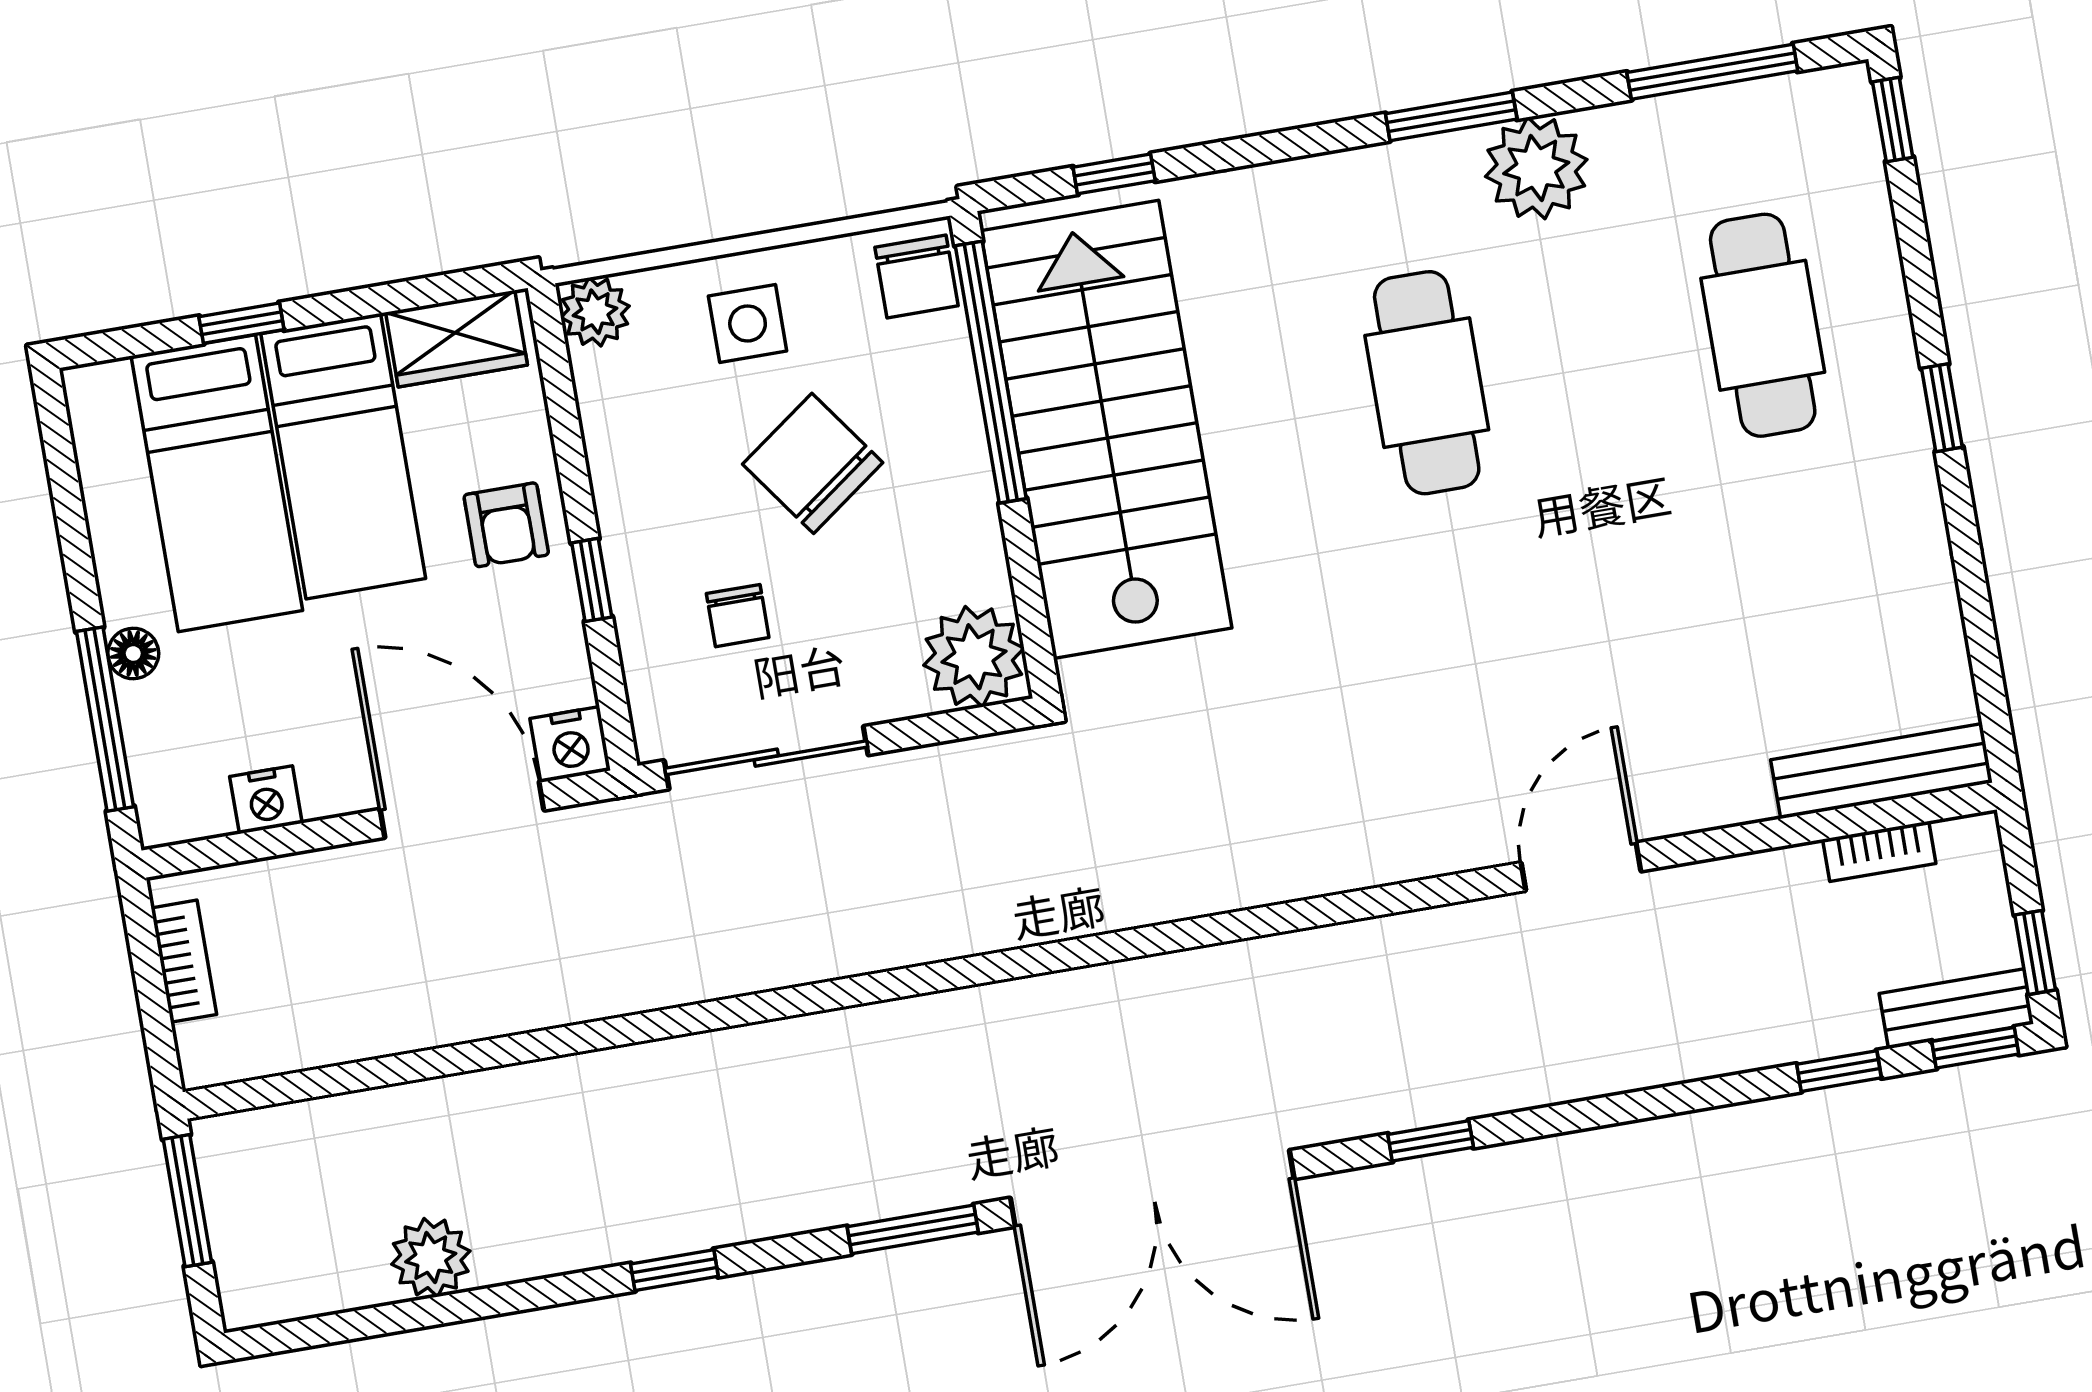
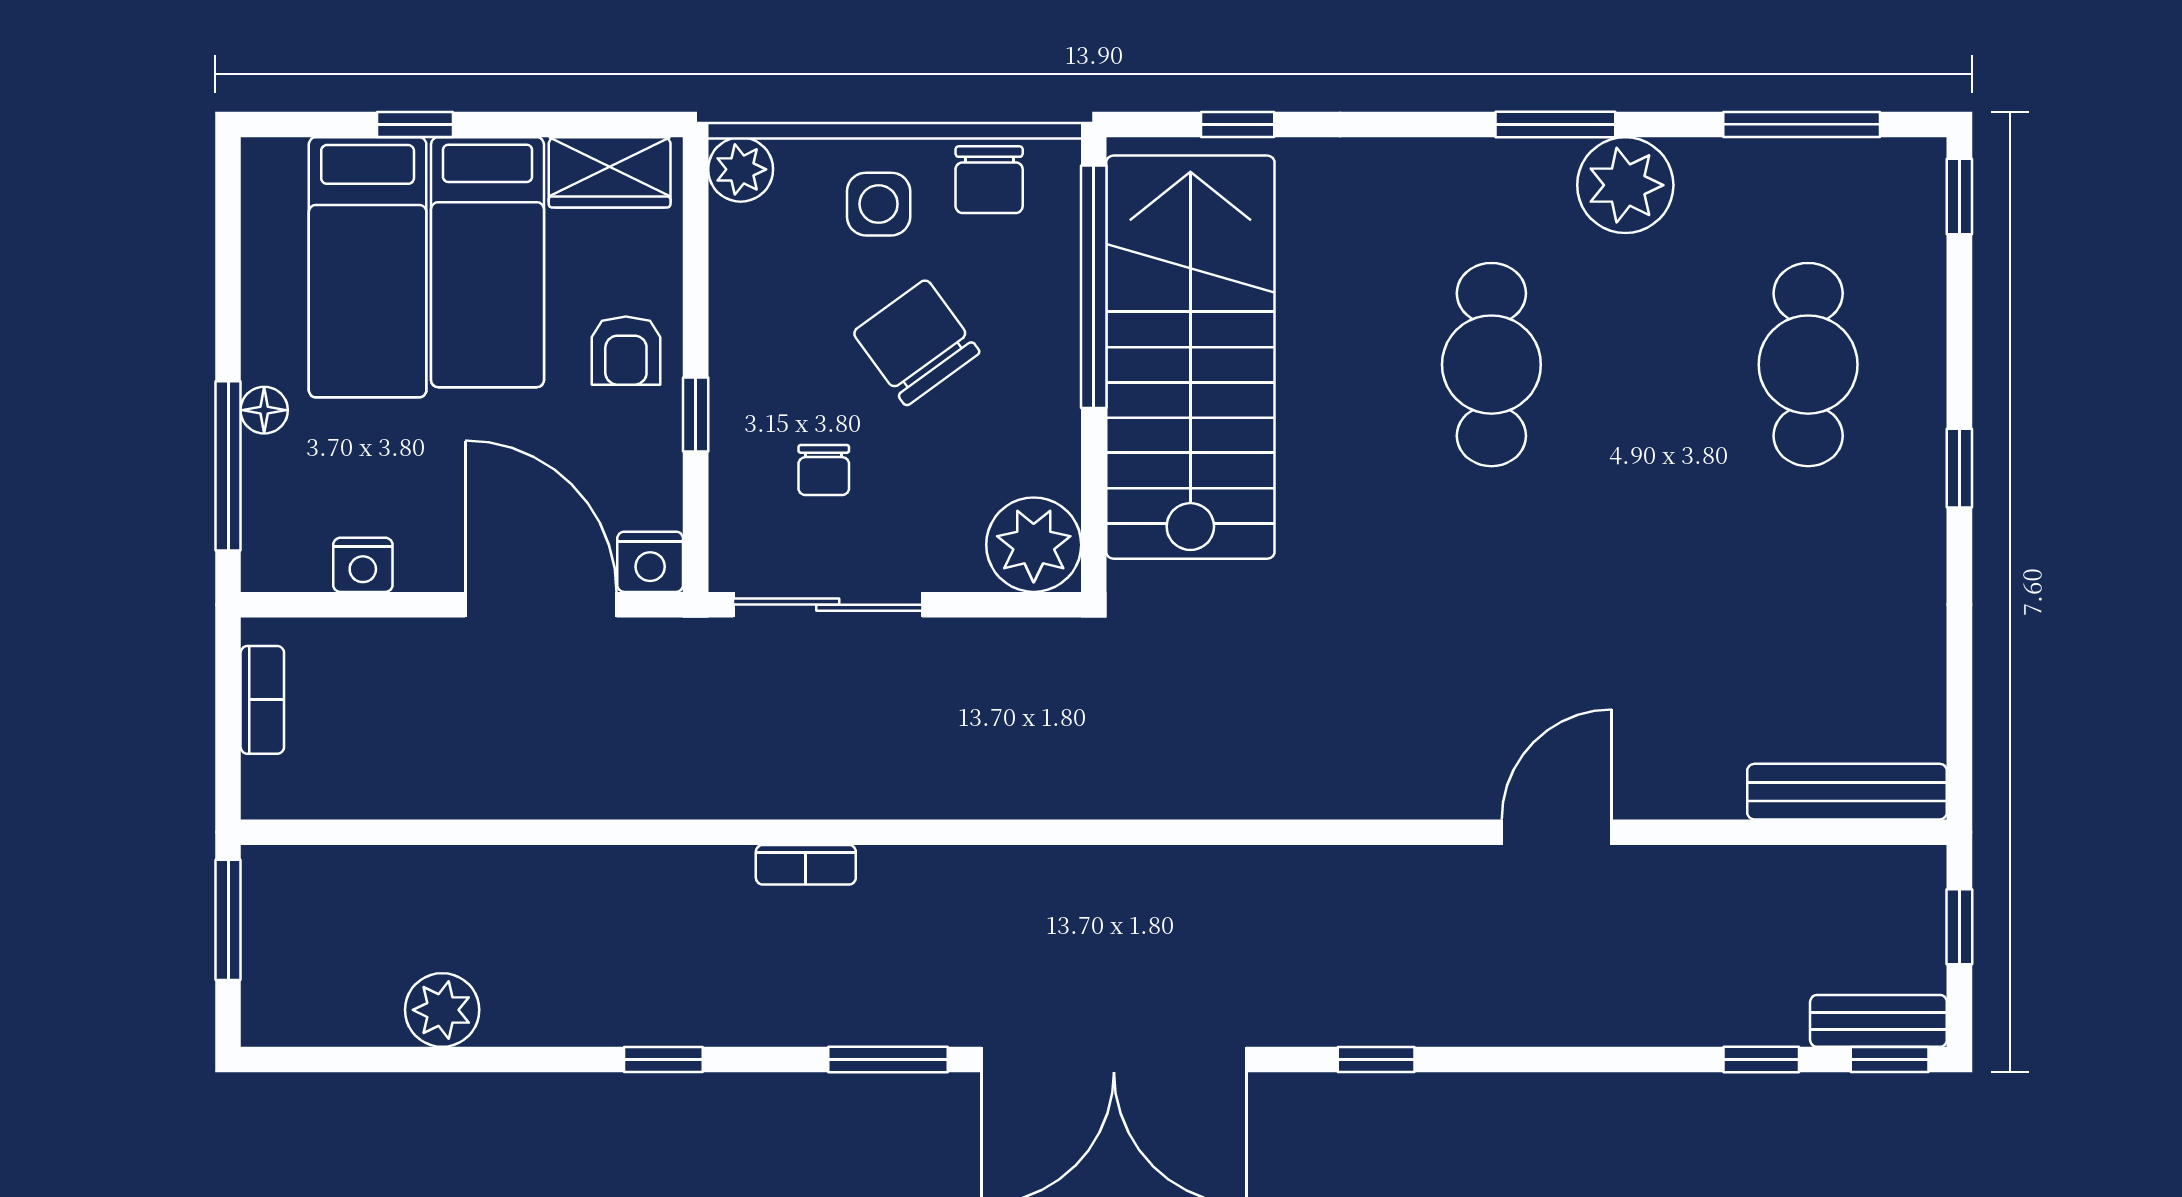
chair: (917, 276) -> (989, 180), moved
bookcase: (1879, 851) -> (806, 865), moved
window: (2035, 952) -> (1959, 927), moved

